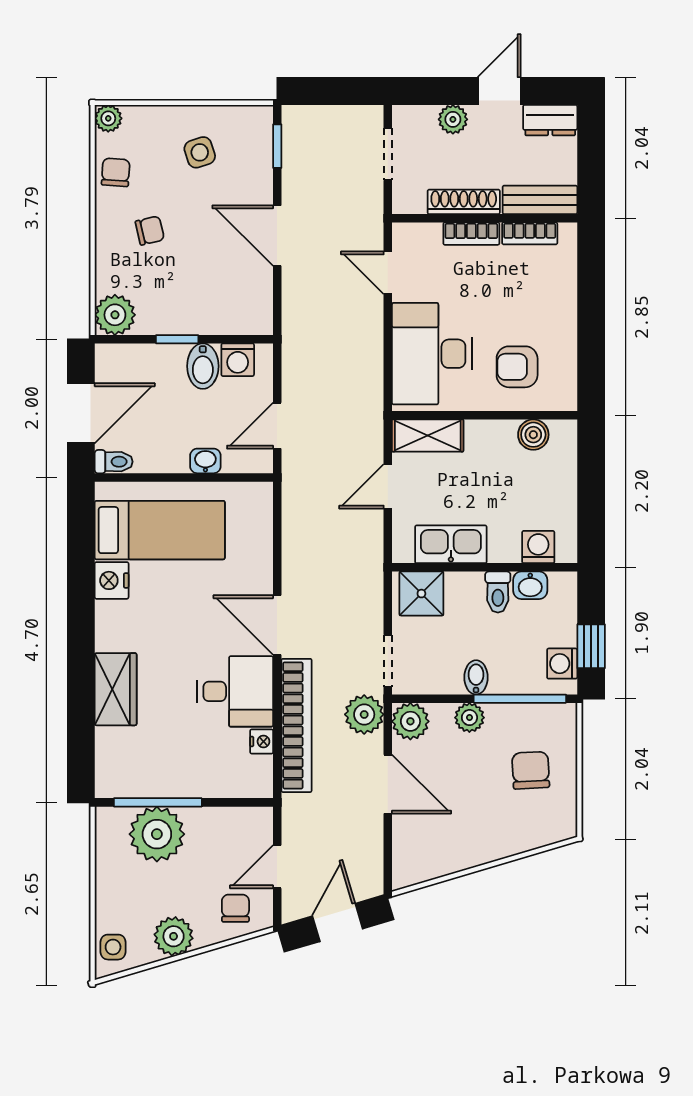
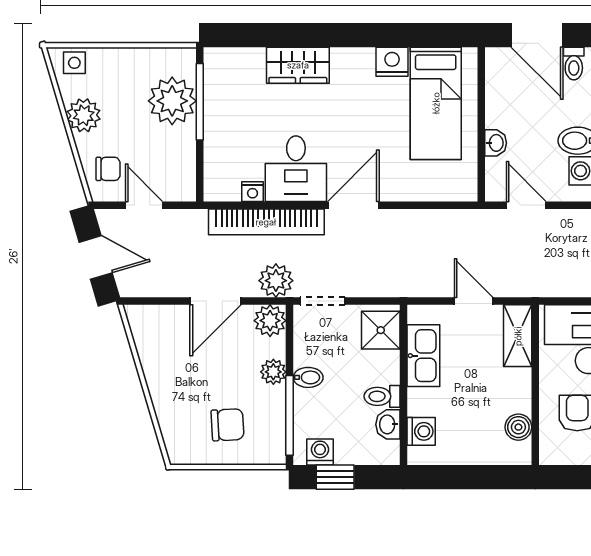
toilet: (114, 462) -> (574, 63), moved

